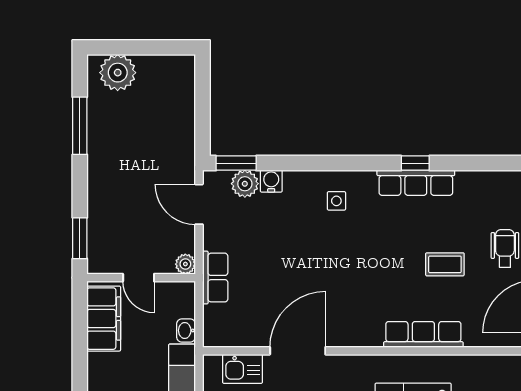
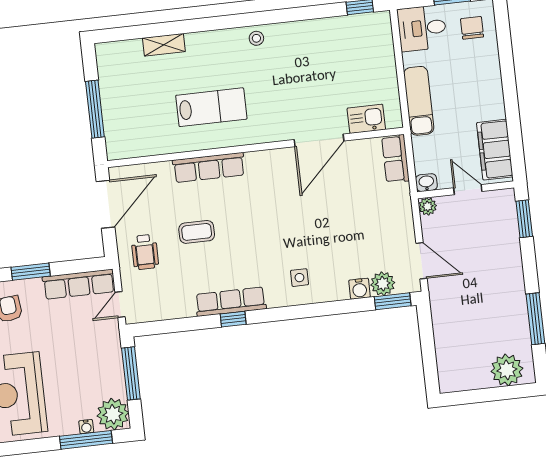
row of seats: (215, 278) -> (395, 159), moved
washbasin: (186, 330) -> (426, 183), moved, turned -90

